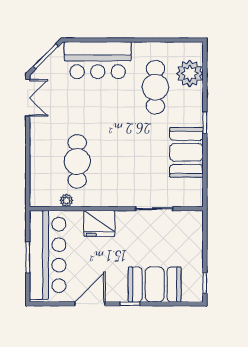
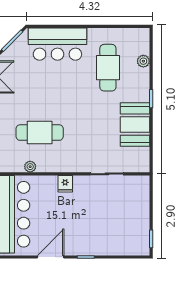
plant: (190, 73) -> (143, 61), width x0.53, depth x0.53
cafe table: (77, 161) -> (40, 133), turned 90
fridge: (99, 223) -> (65, 184), width x0.53, depth x0.75
booth: (155, 285) -> (107, 240), removed

